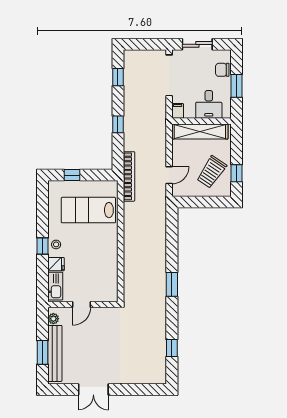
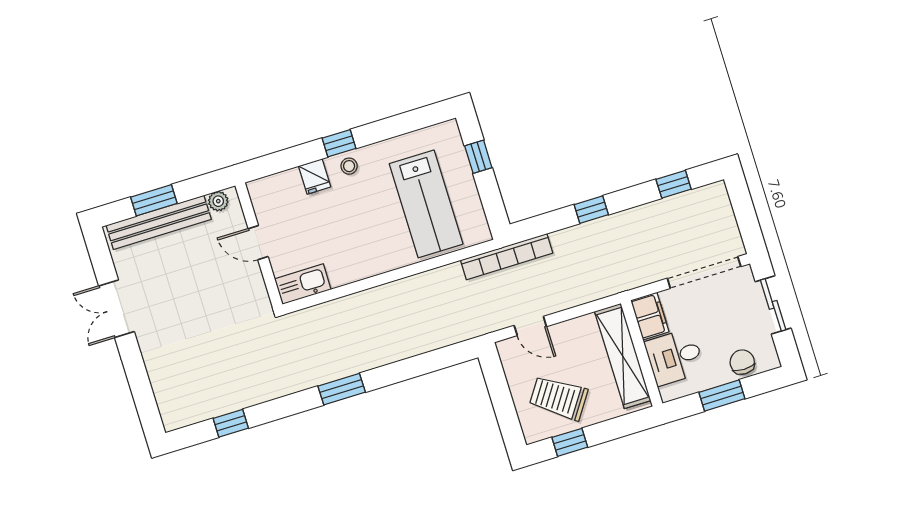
filing cabinet: (178, 111) -> (650, 316), width x2.00
lab bench: (88, 210) -> (426, 204), turned 180
kitchen sink: (55, 286) -> (303, 284), moved, turned 180

